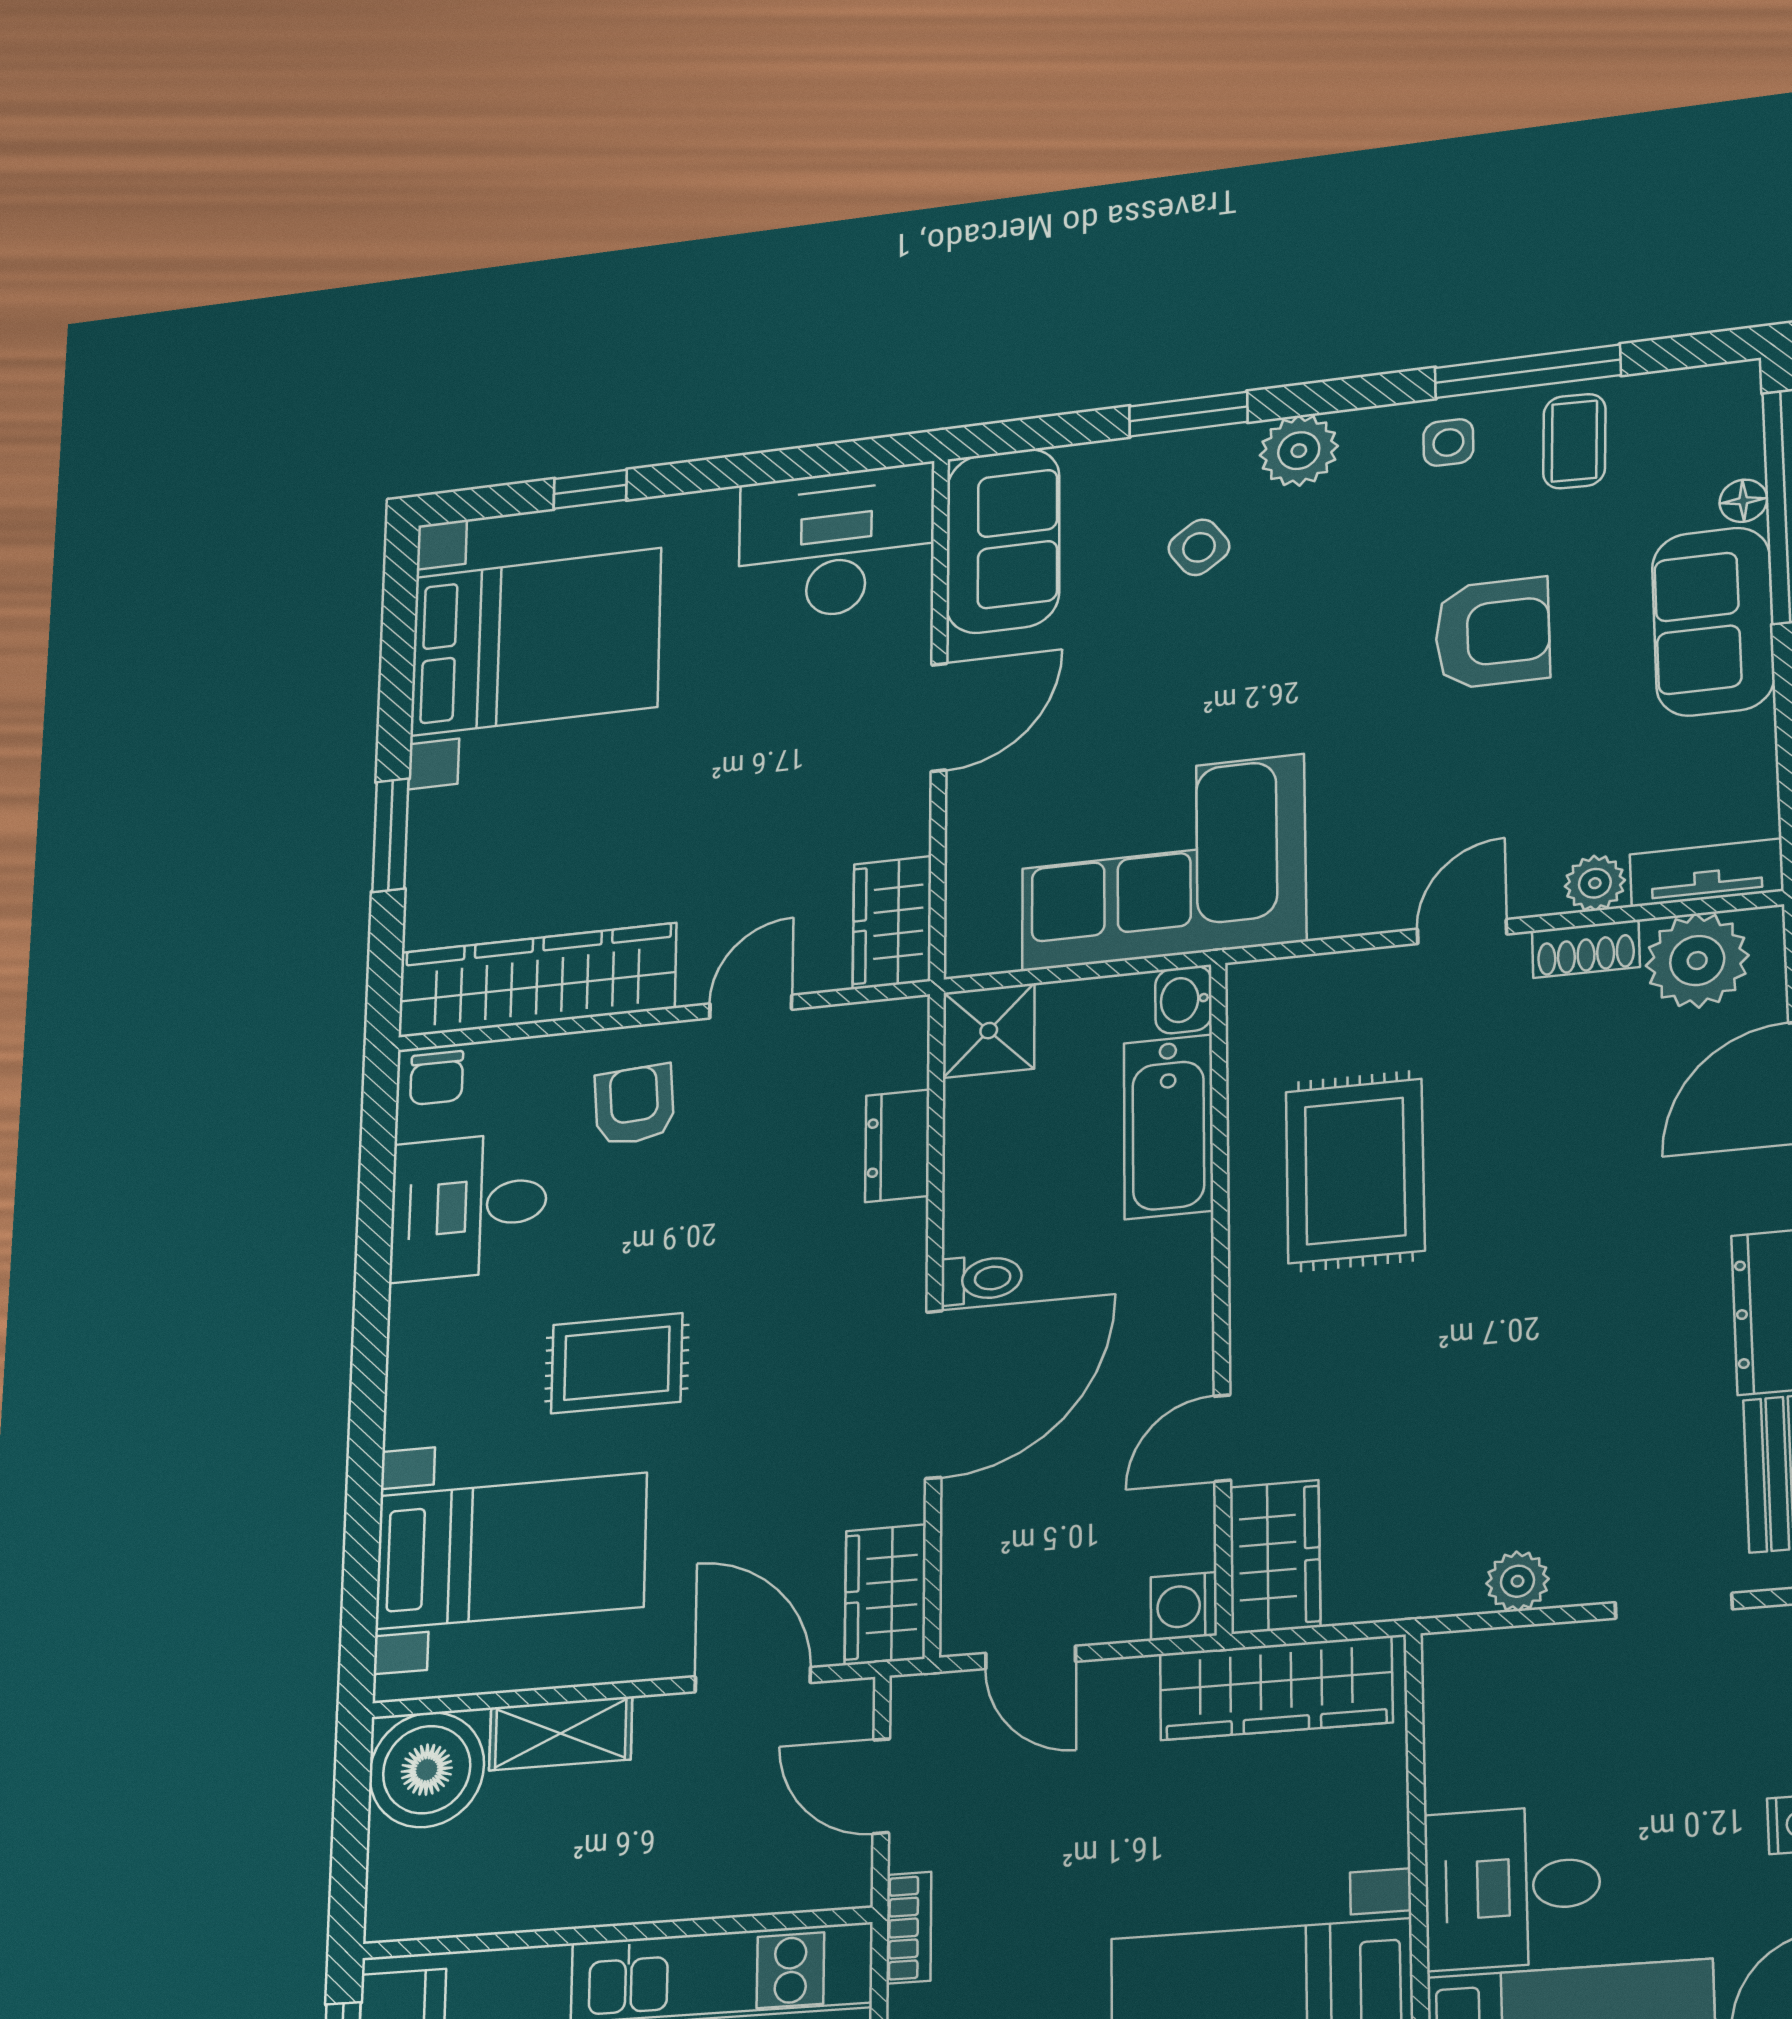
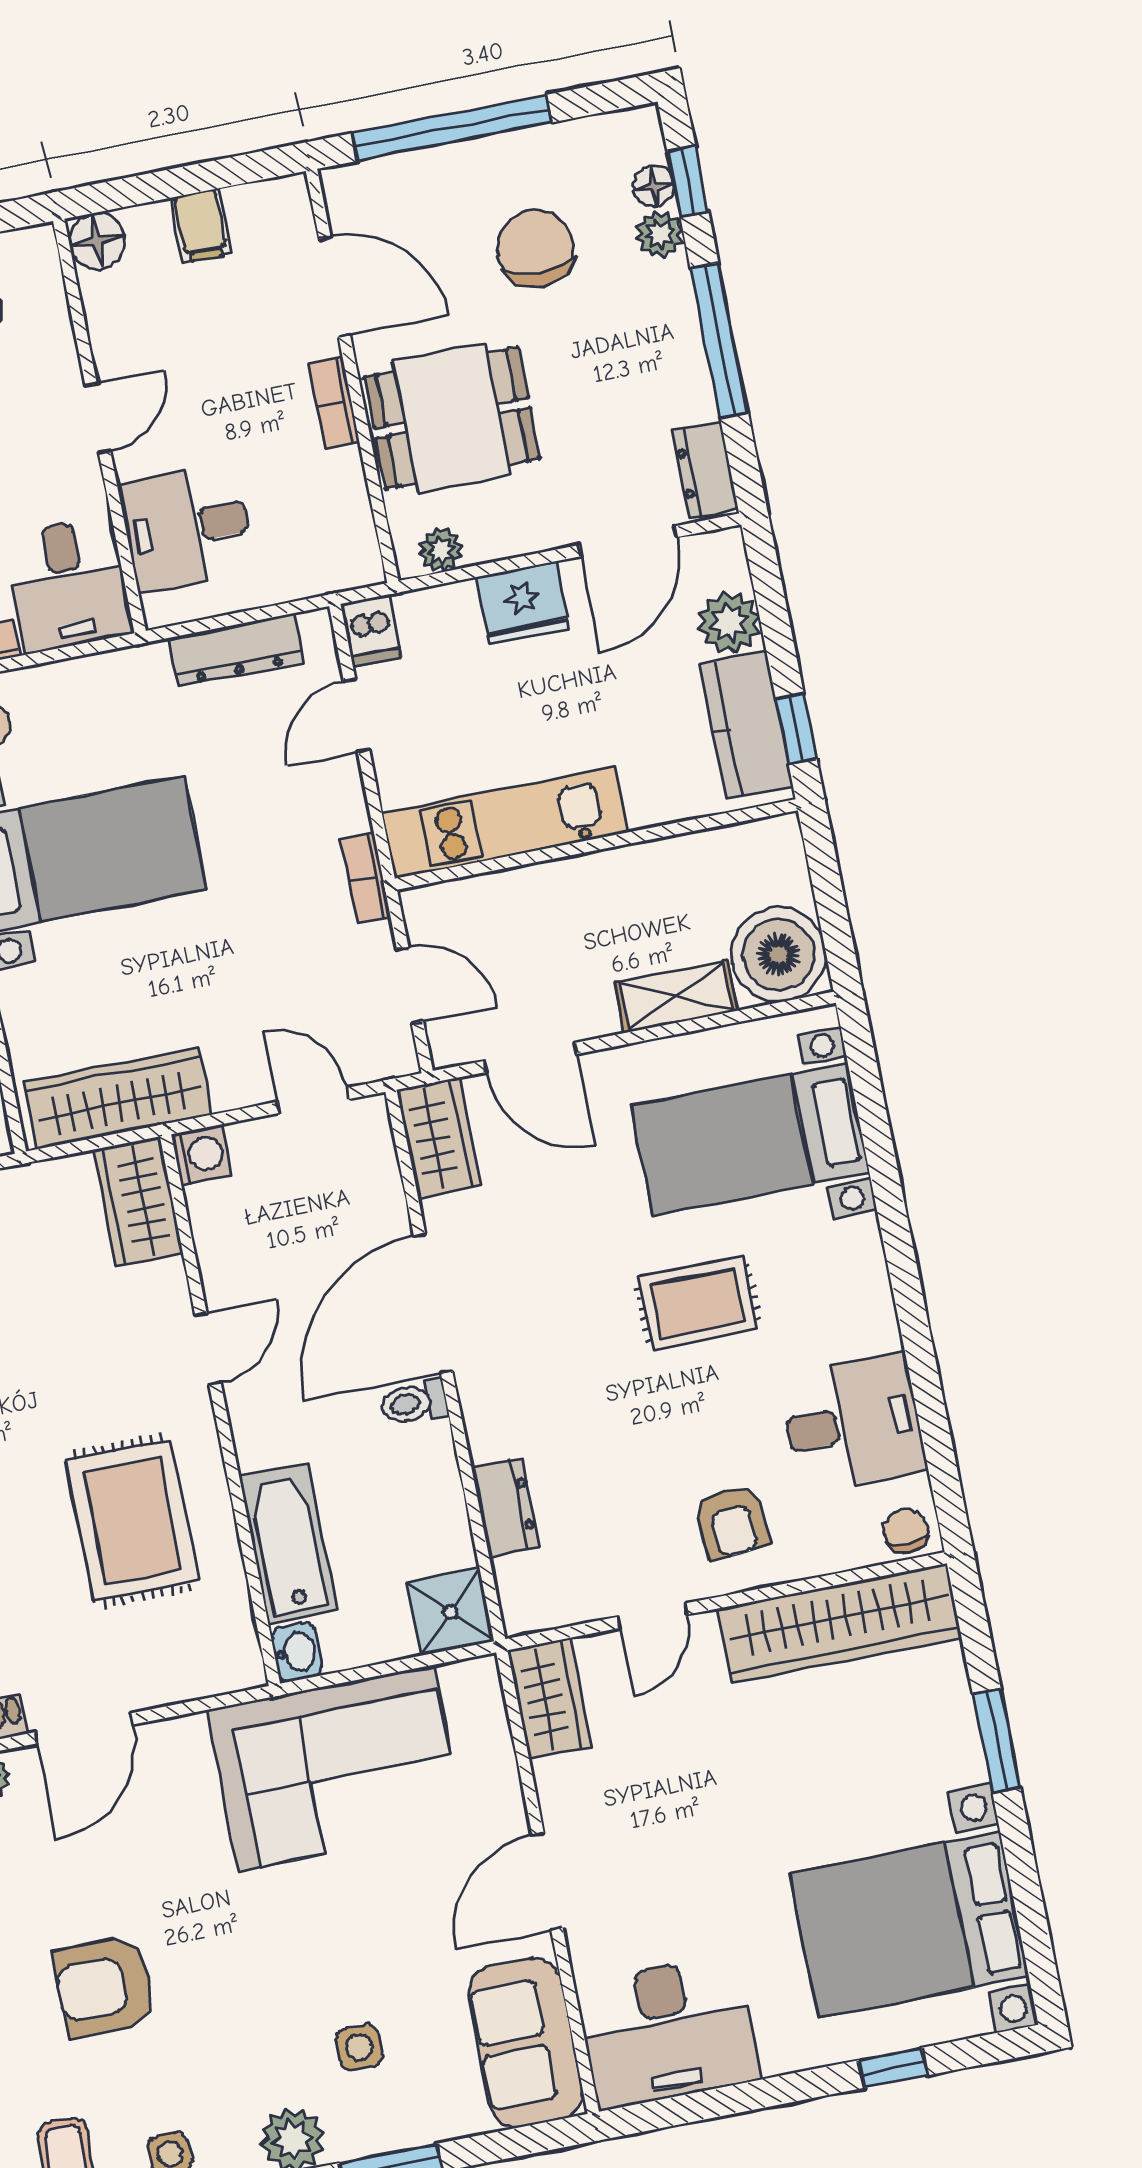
side table: (1199, 547) -> (359, 2047), turned 36
door: (1462, 932) -> (84, 1728), width x1.38
door: (1222, 1438) -> (208, 1349), moved

